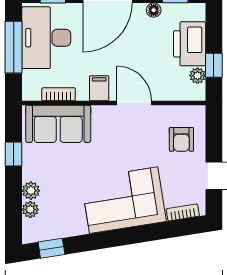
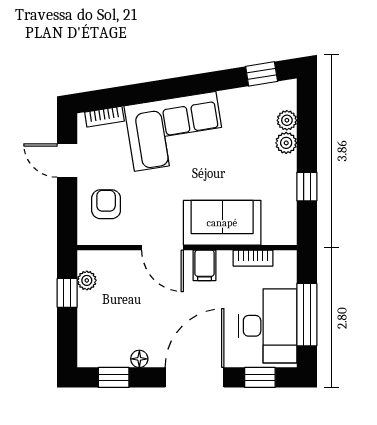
printer: (190, 44) -> (96, 319), removed
sofa: (58, 124) -> (222, 223), moved

